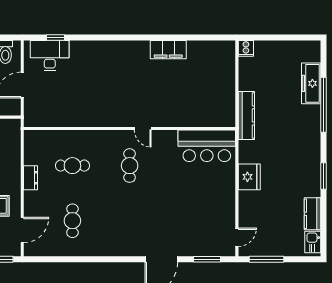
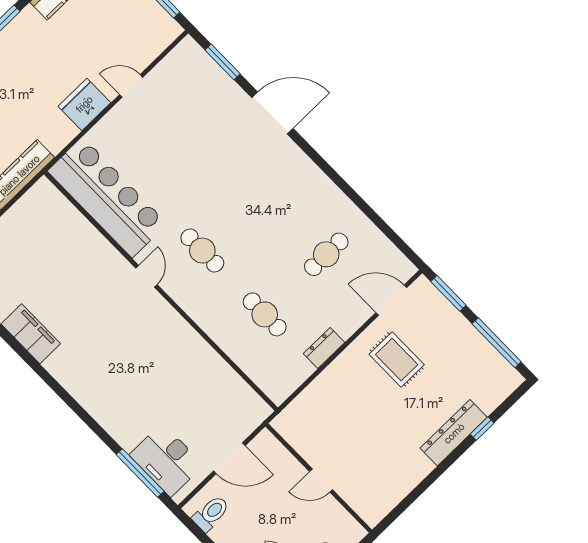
window: (56, 38) -> (140, 473), width x2.17
bar counter: (207, 146) -> (107, 197), width x1.36
cafe table: (130, 166) -> (202, 251), turned 90
door: (237, 237) -> (131, 86), moved

